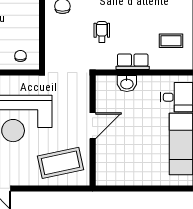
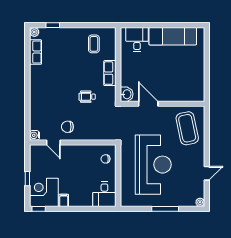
washbasin: (127, 84) -> (127, 94), moved
door: (93, 126) -> (148, 104), moved

